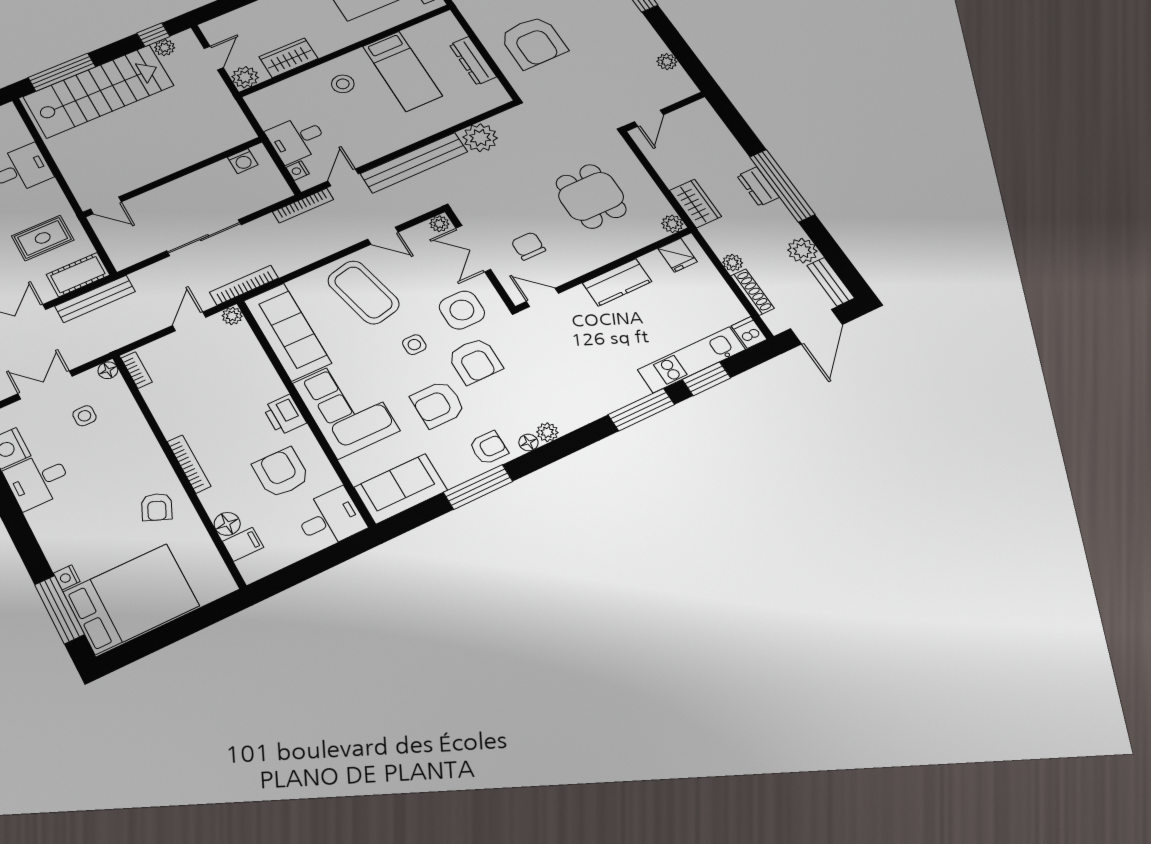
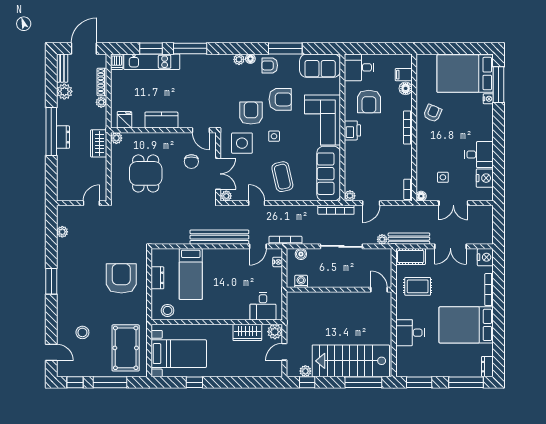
dresser: (473, 61) -> (157, 278), width x0.70
bed: (402, 71) -> (191, 274), moved, turned 180
stool: (343, 84) -> (168, 310), moved
plant: (480, 138) -> (382, 239), moved, width x0.53, depth x0.53
desk: (297, 139) -> (263, 306), moved, turned 90
boiler: (266, 198) -> (301, 254), added
coffee table: (363, 292) -> (282, 177), width x0.73, depth x0.76

